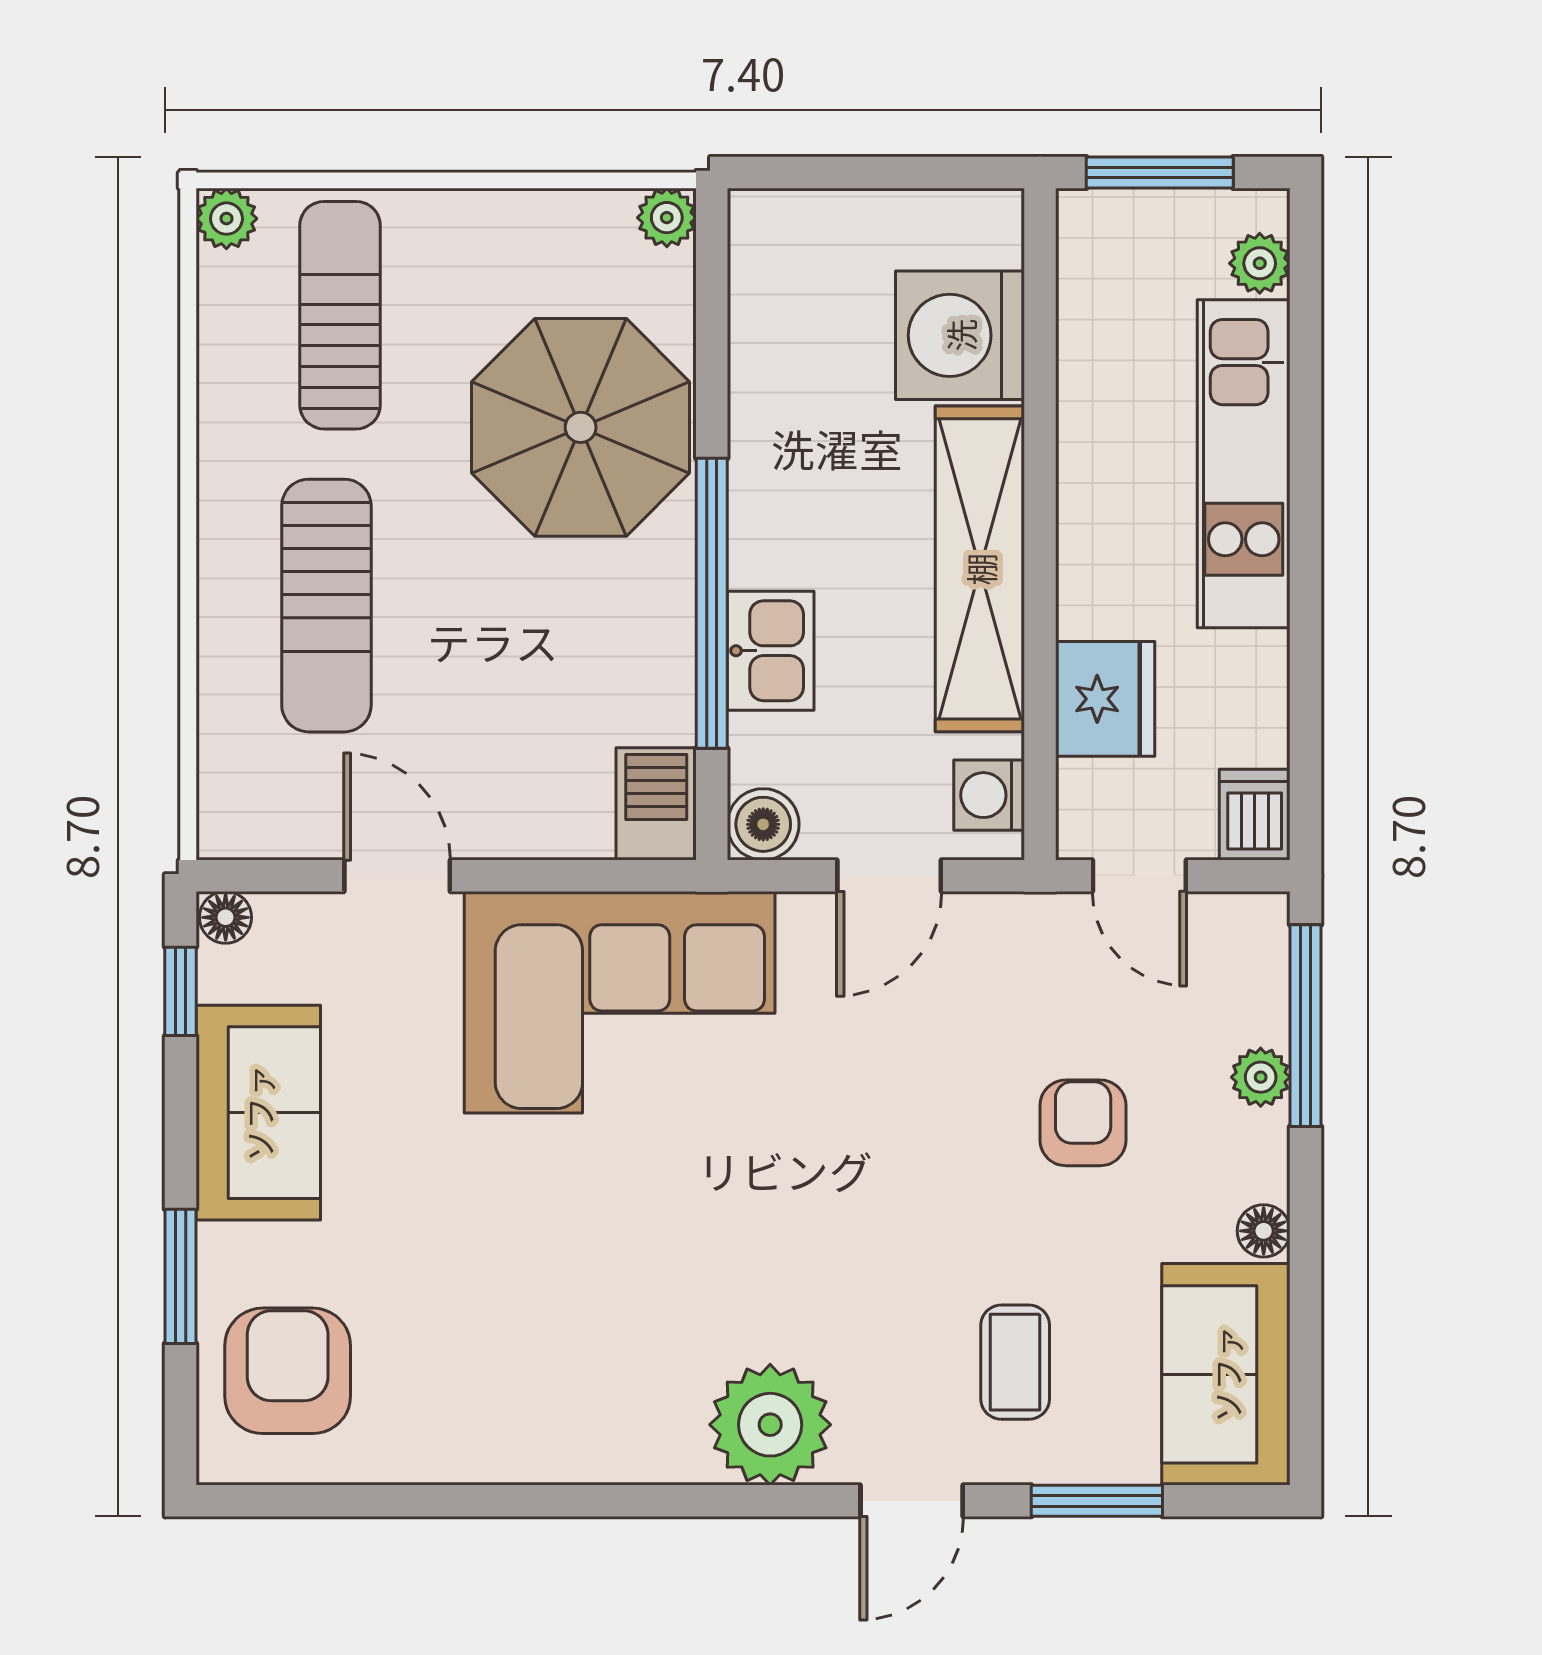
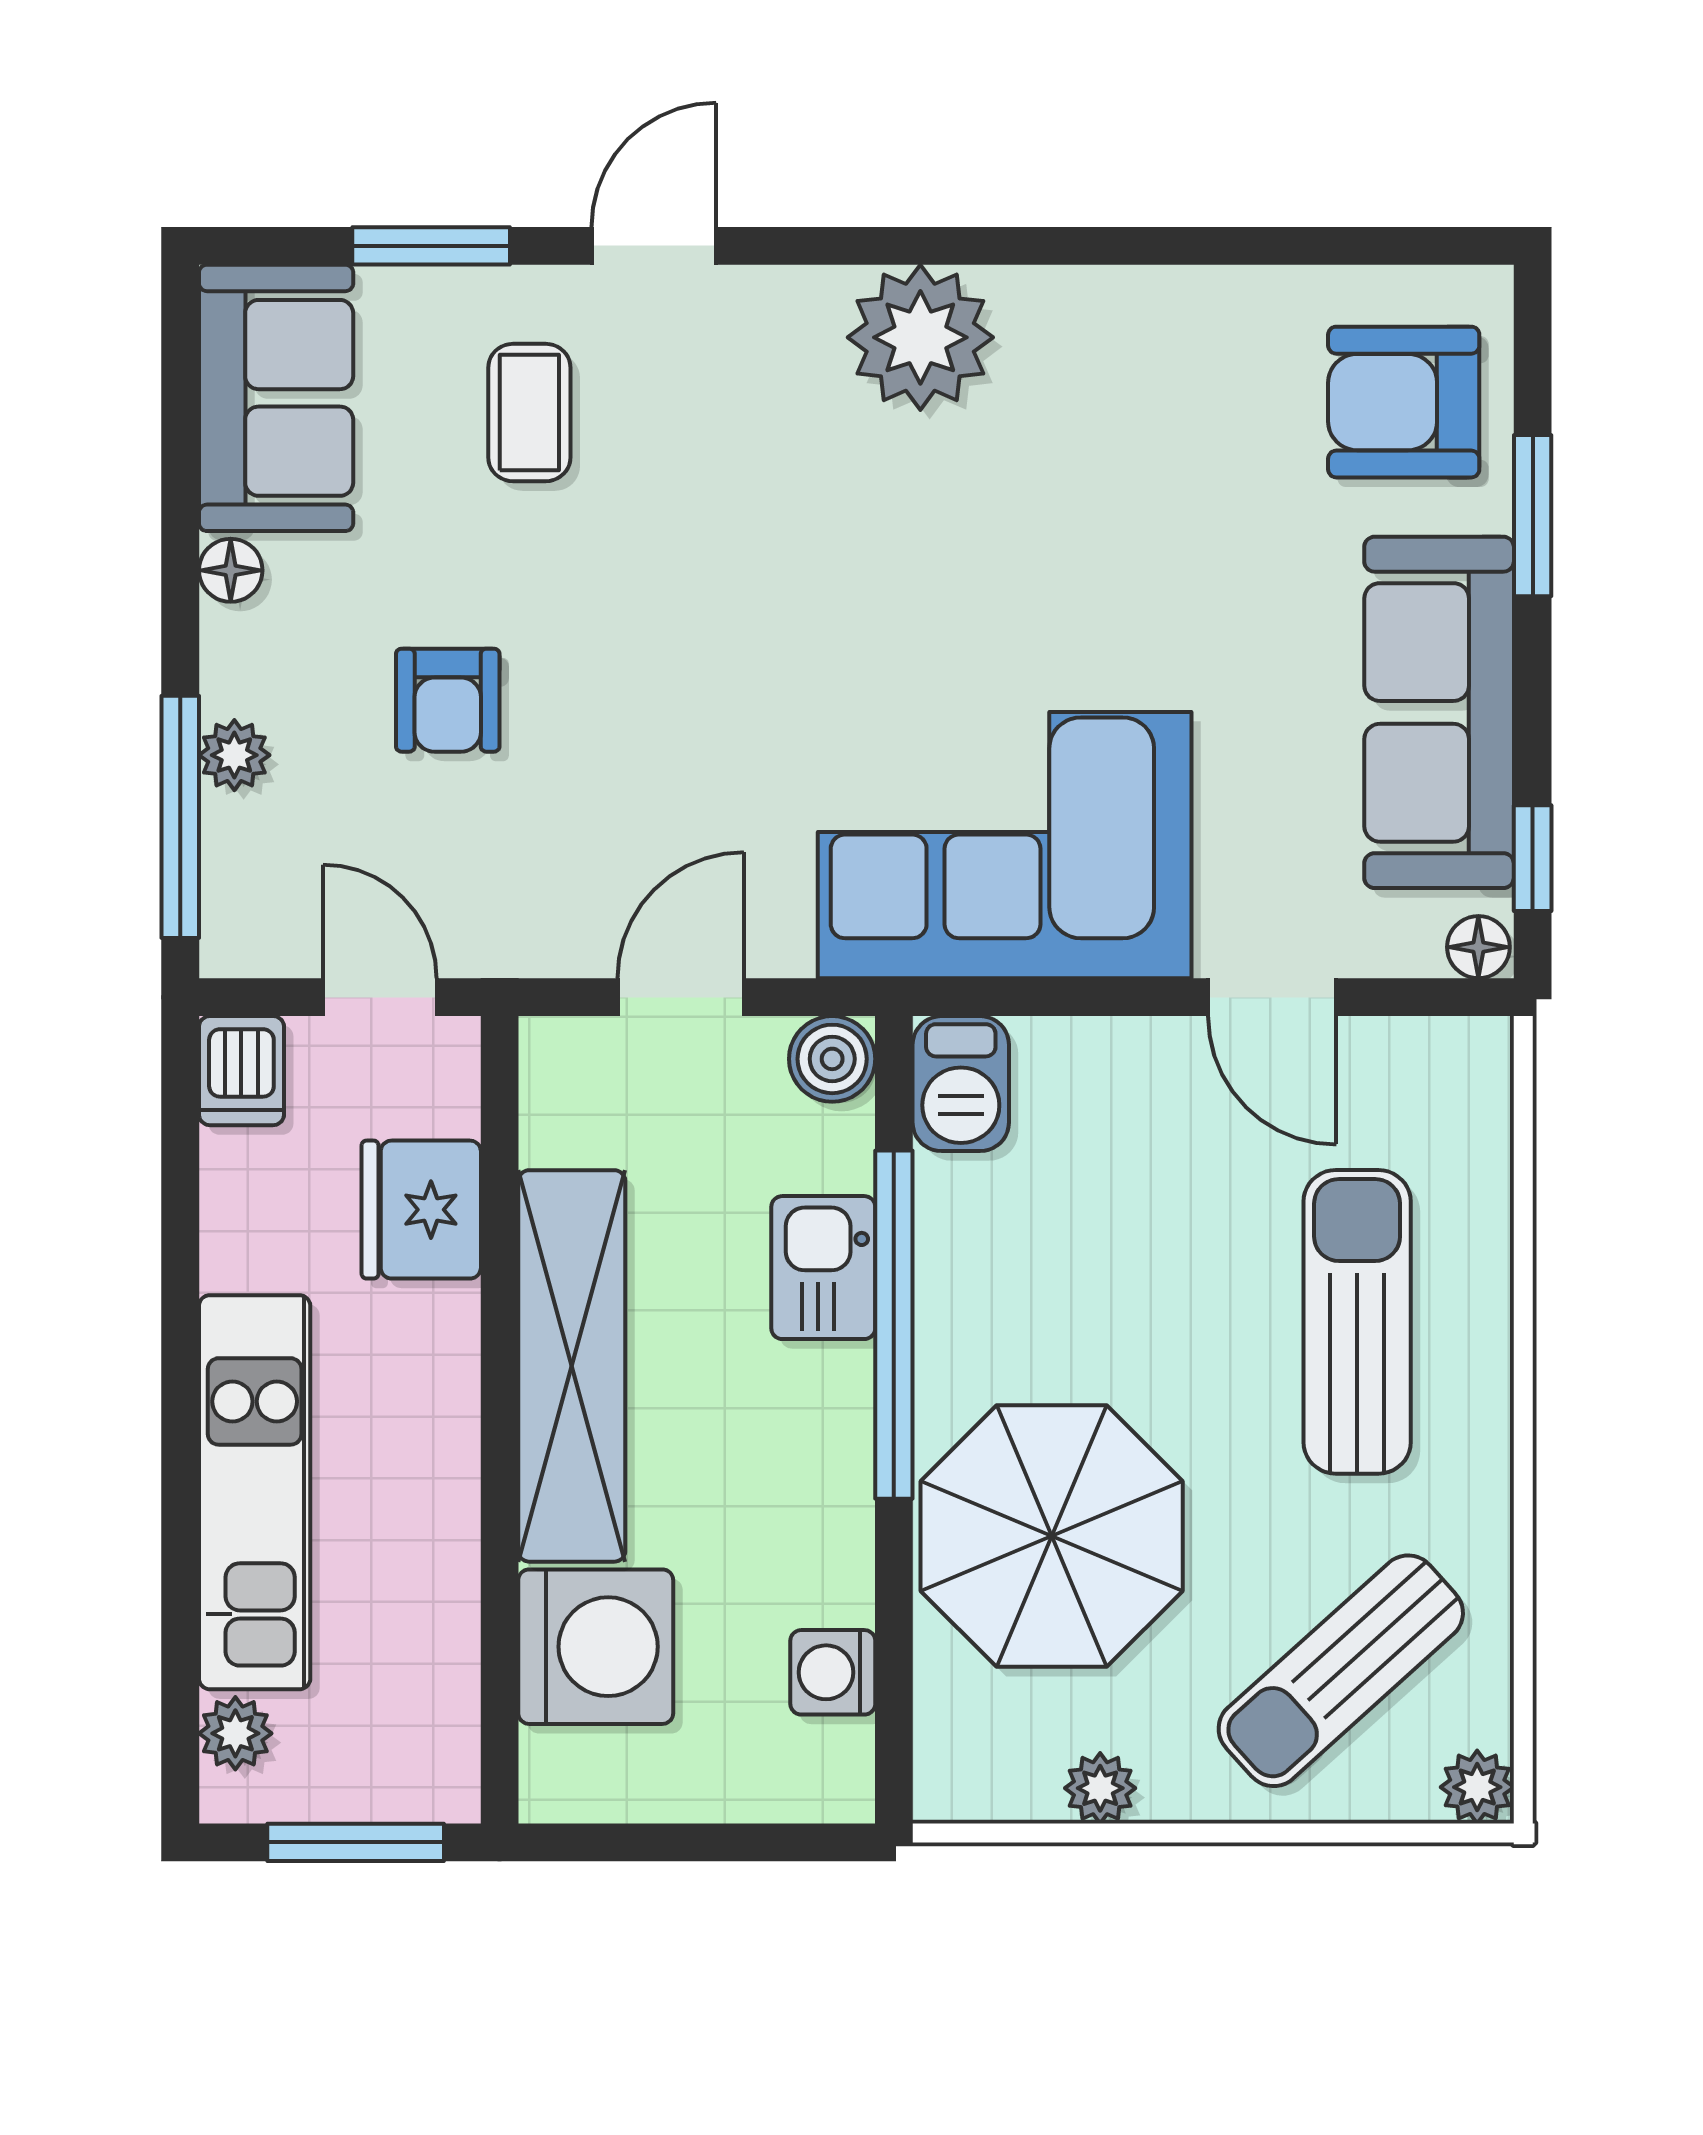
plant: (667, 218) -> (1100, 1788), moved
sun lounger: (340, 315) -> (1341, 1671), turned 48
washing machine: (989, 795) -> (833, 1672), moved, turned 180
sofa: (258, 1113) -> (1439, 712), width x1.36
armchair: (288, 1371) -> (1404, 402), turned 90
plant: (770, 1425) -> (920, 337), moved

